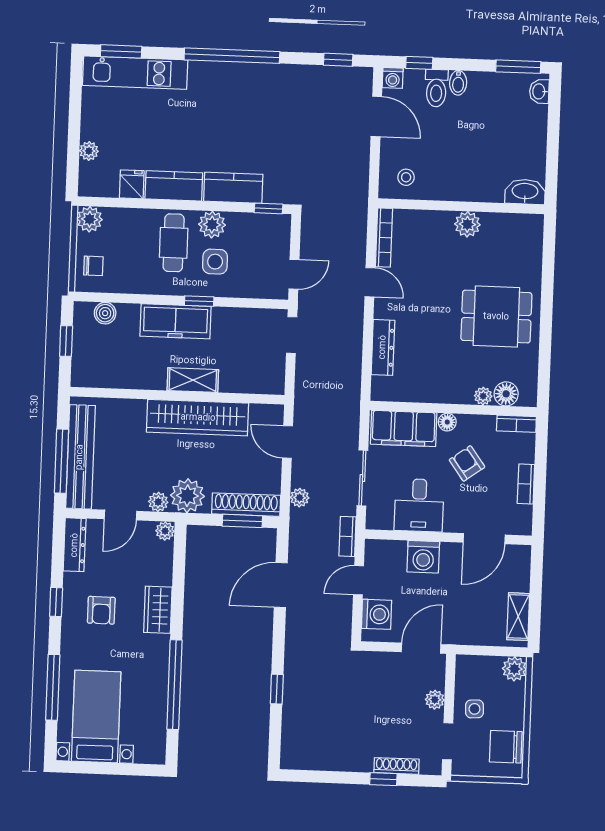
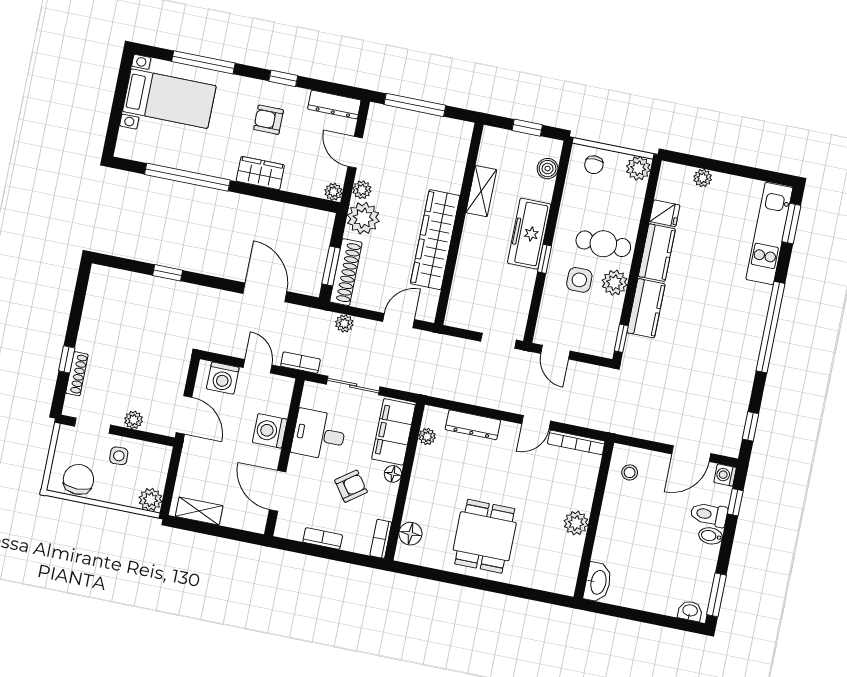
shelving: (193, 380) -> (481, 191), moved
plant: (483, 396) -> (427, 437), moved
bench: (80, 457) -> (416, 123), removed

